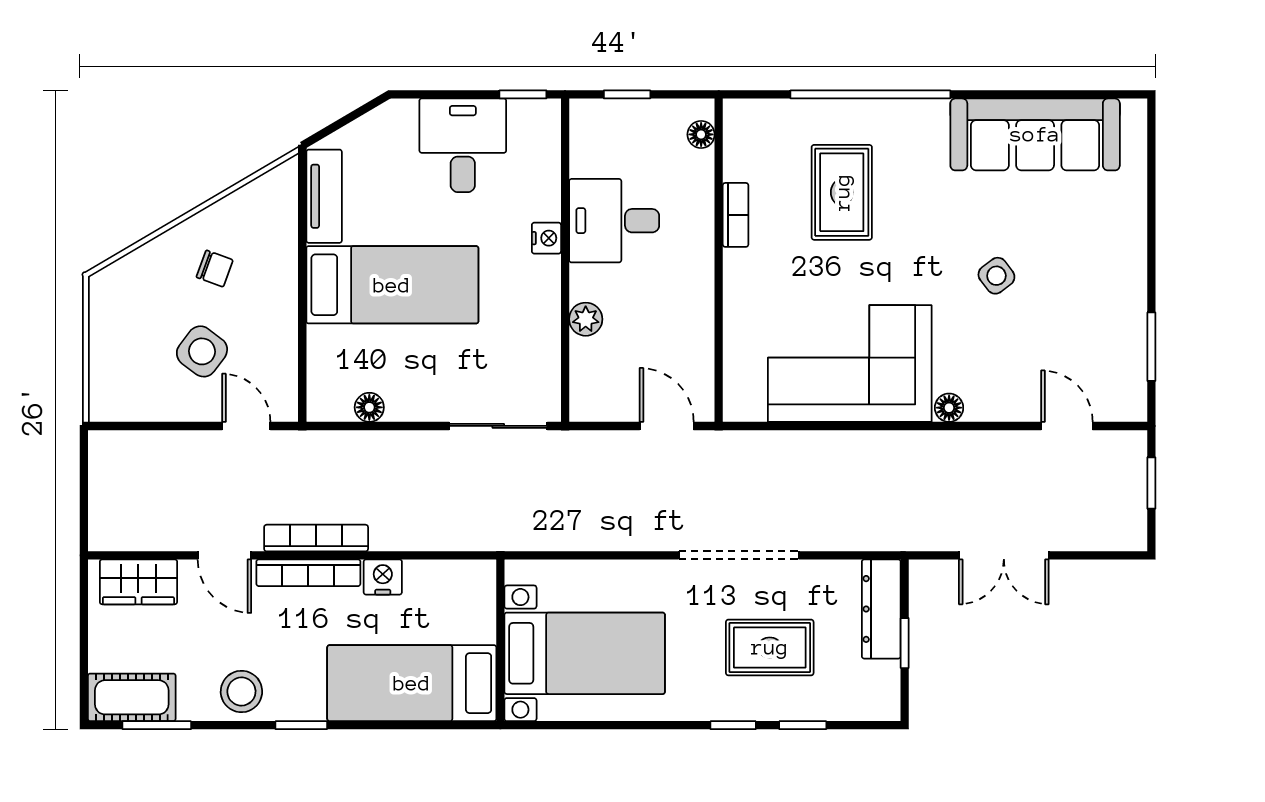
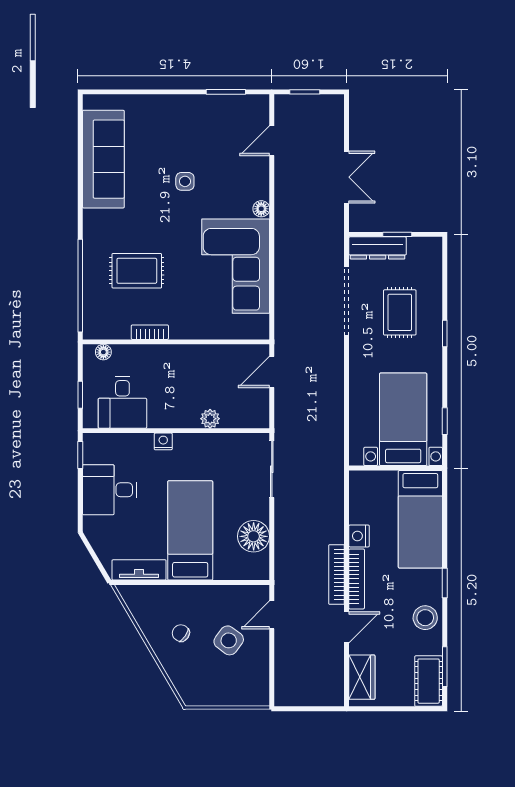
window: (870, 94) -> (80, 286), moved
desk: (614, 221) -> (122, 402), moved
chair: (215, 269) -> (181, 633), turned -75
side table: (996, 276) -> (185, 181), turned 37
floor lamp: (369, 407) -> (254, 536), width x1.89, depth x1.89
doorway: (739, 555) -> (347, 301), moved
window: (803, 725) -> (445, 421), moved

